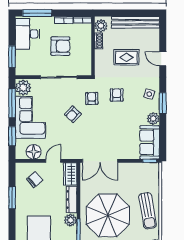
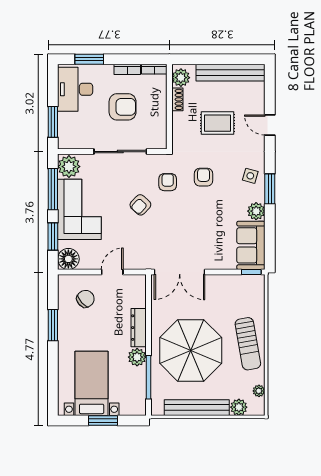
window: (37, 13) -> (89, 59), width x0.69
floor lamp: (34, 152) -> (68, 259), moved
wardrobe: (70, 174) -> (137, 291), removed

